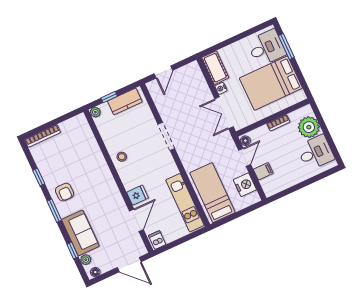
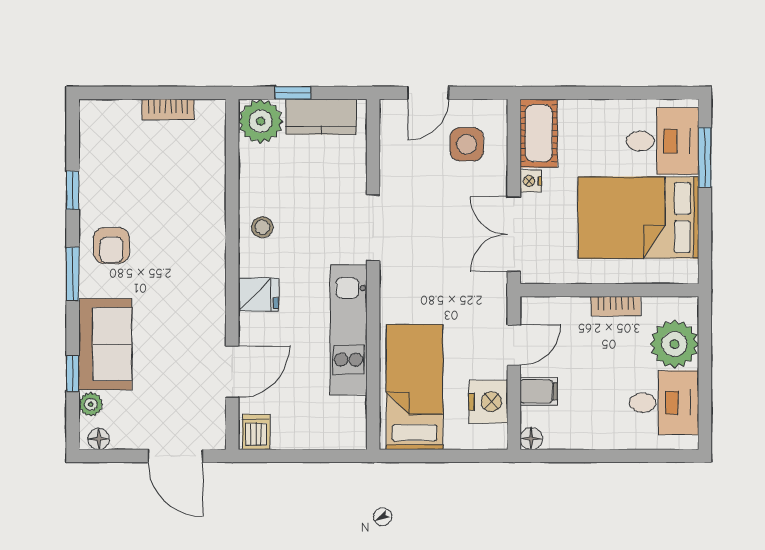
side table: (188, 85) -> (467, 144), added
plant: (95, 112) -> (261, 121), width x1.87, depth x1.87
bookcase: (42, 136) -> (168, 109), moved, width x0.64
floor lamp: (245, 141) -> (531, 439), moved
fridge: (138, 195) -> (258, 295), moved
kitchen unit: (185, 203) -> (348, 330), moved

